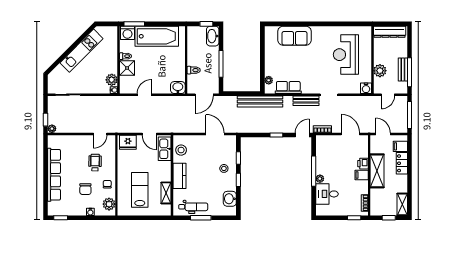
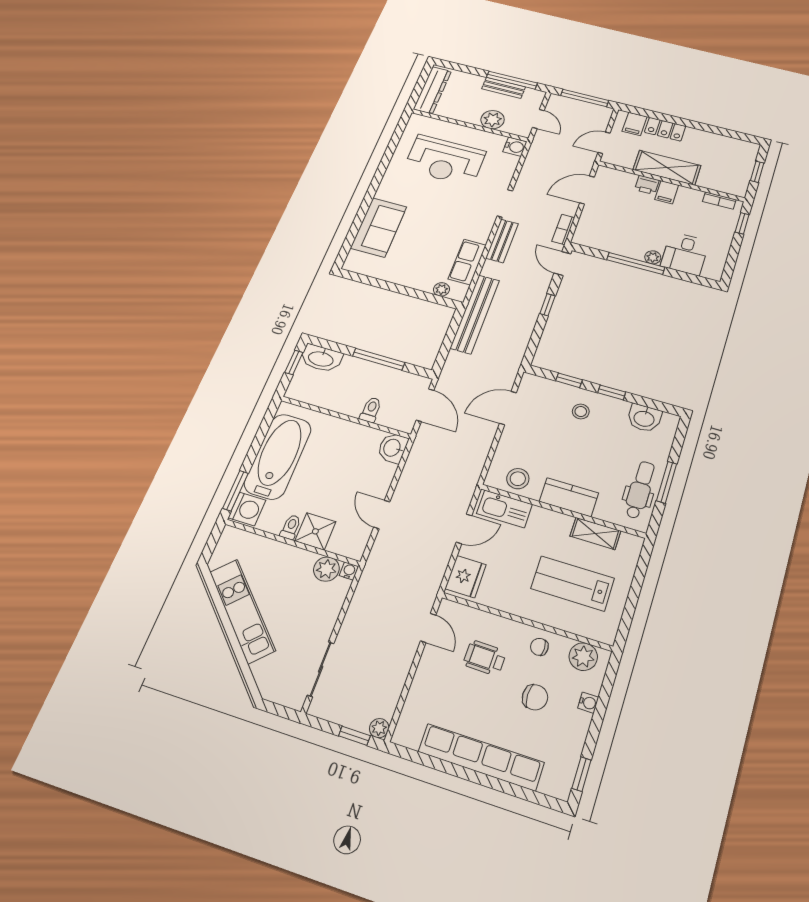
shelving: (402, 204) -> (738, 147), removed

